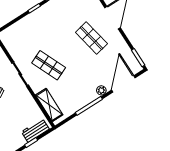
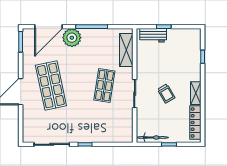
shop shelf: (91, 38) -> (51, 85), width x1.43, depth x1.36
shop shelf: (49, 65) -> (104, 85), turned 33
plant: (101, 90) -> (72, 38), width x1.88, depth x1.88

